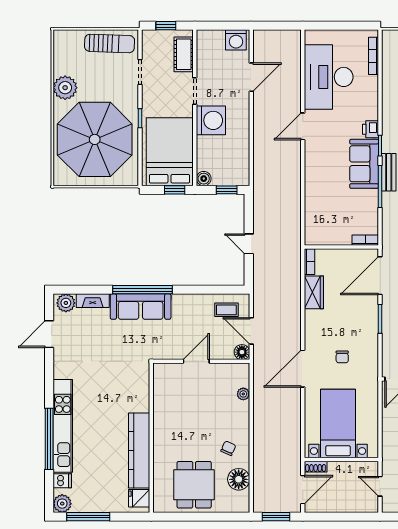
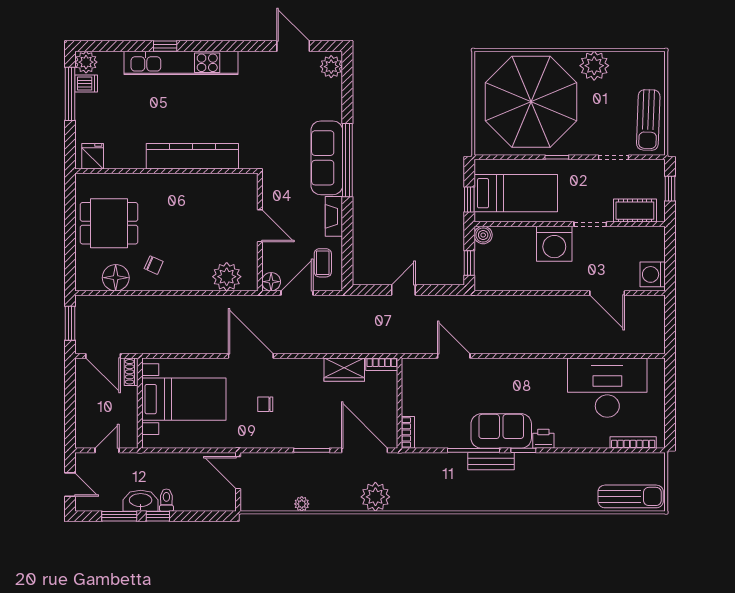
door: (303, 126) -> (454, 356), moved
bed: (169, 152) -> (516, 193), width x0.67
fireplace: (93, 301) -> (334, 216), moved
plant: (243, 394) -> (227, 277), width x1.88, depth x1.88
window: (49, 439) -> (165, 46), width x0.32
kitchen counter: (139, 450) -> (192, 156), moved
dishwasher: (62, 481) -> (86, 83), moved, turned -90

